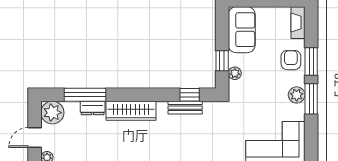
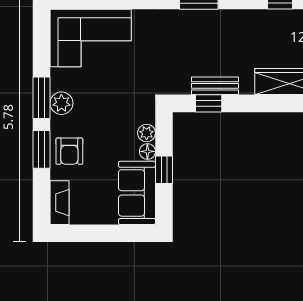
floor lamp: (234, 60) -> (147, 151), added
window: (222, 61) -> (164, 170), moved

